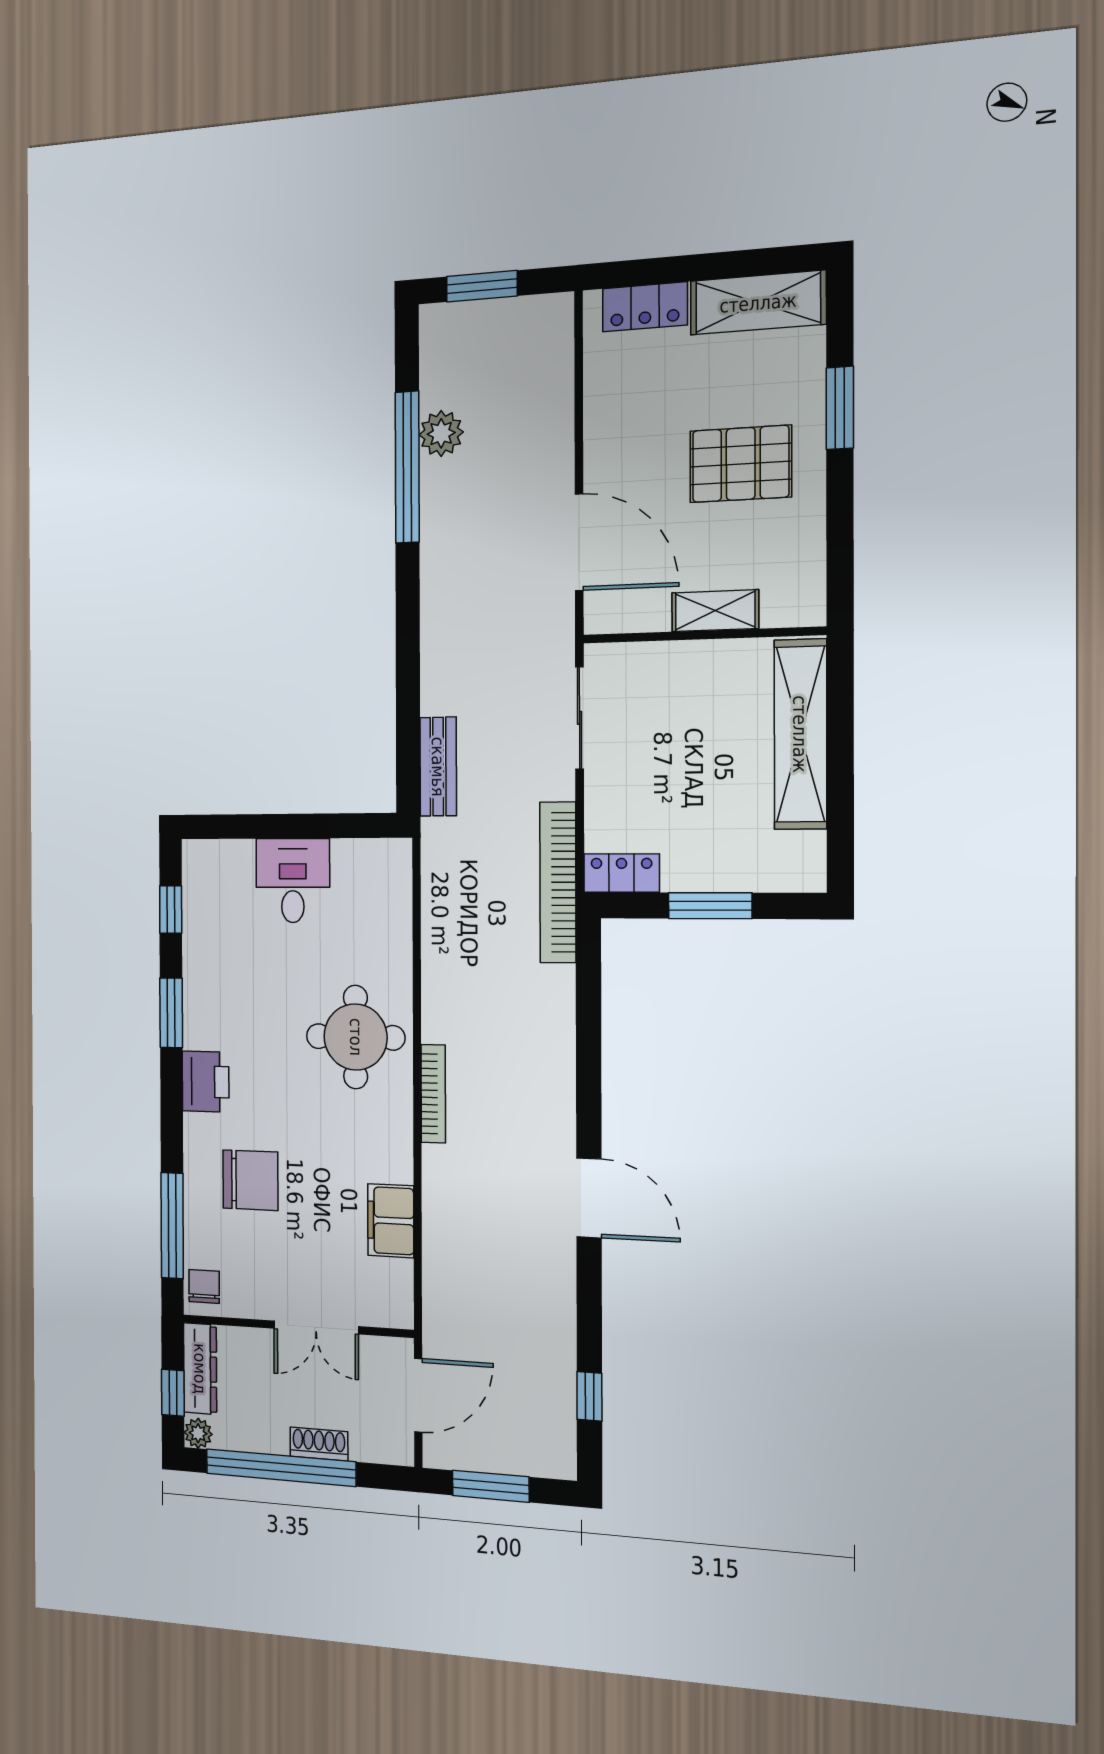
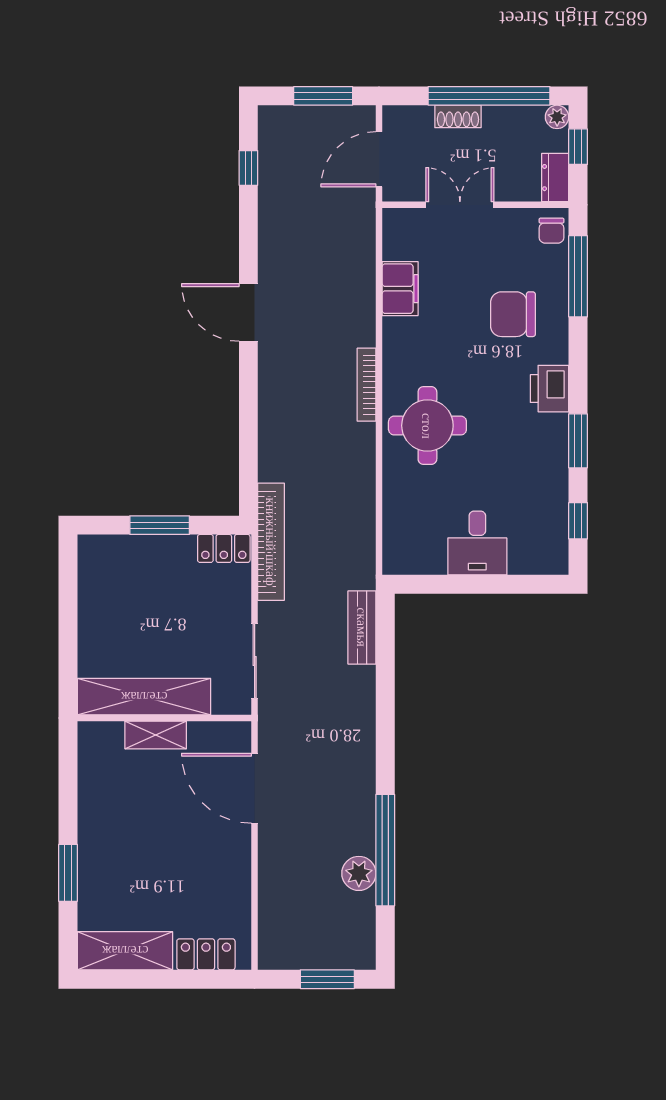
pallet: (741, 464) -> (137, 838), removed
shelving: (800, 734) -> (144, 697), moved, turned 90
dresser: (200, 1369) -> (555, 178), width x0.70

